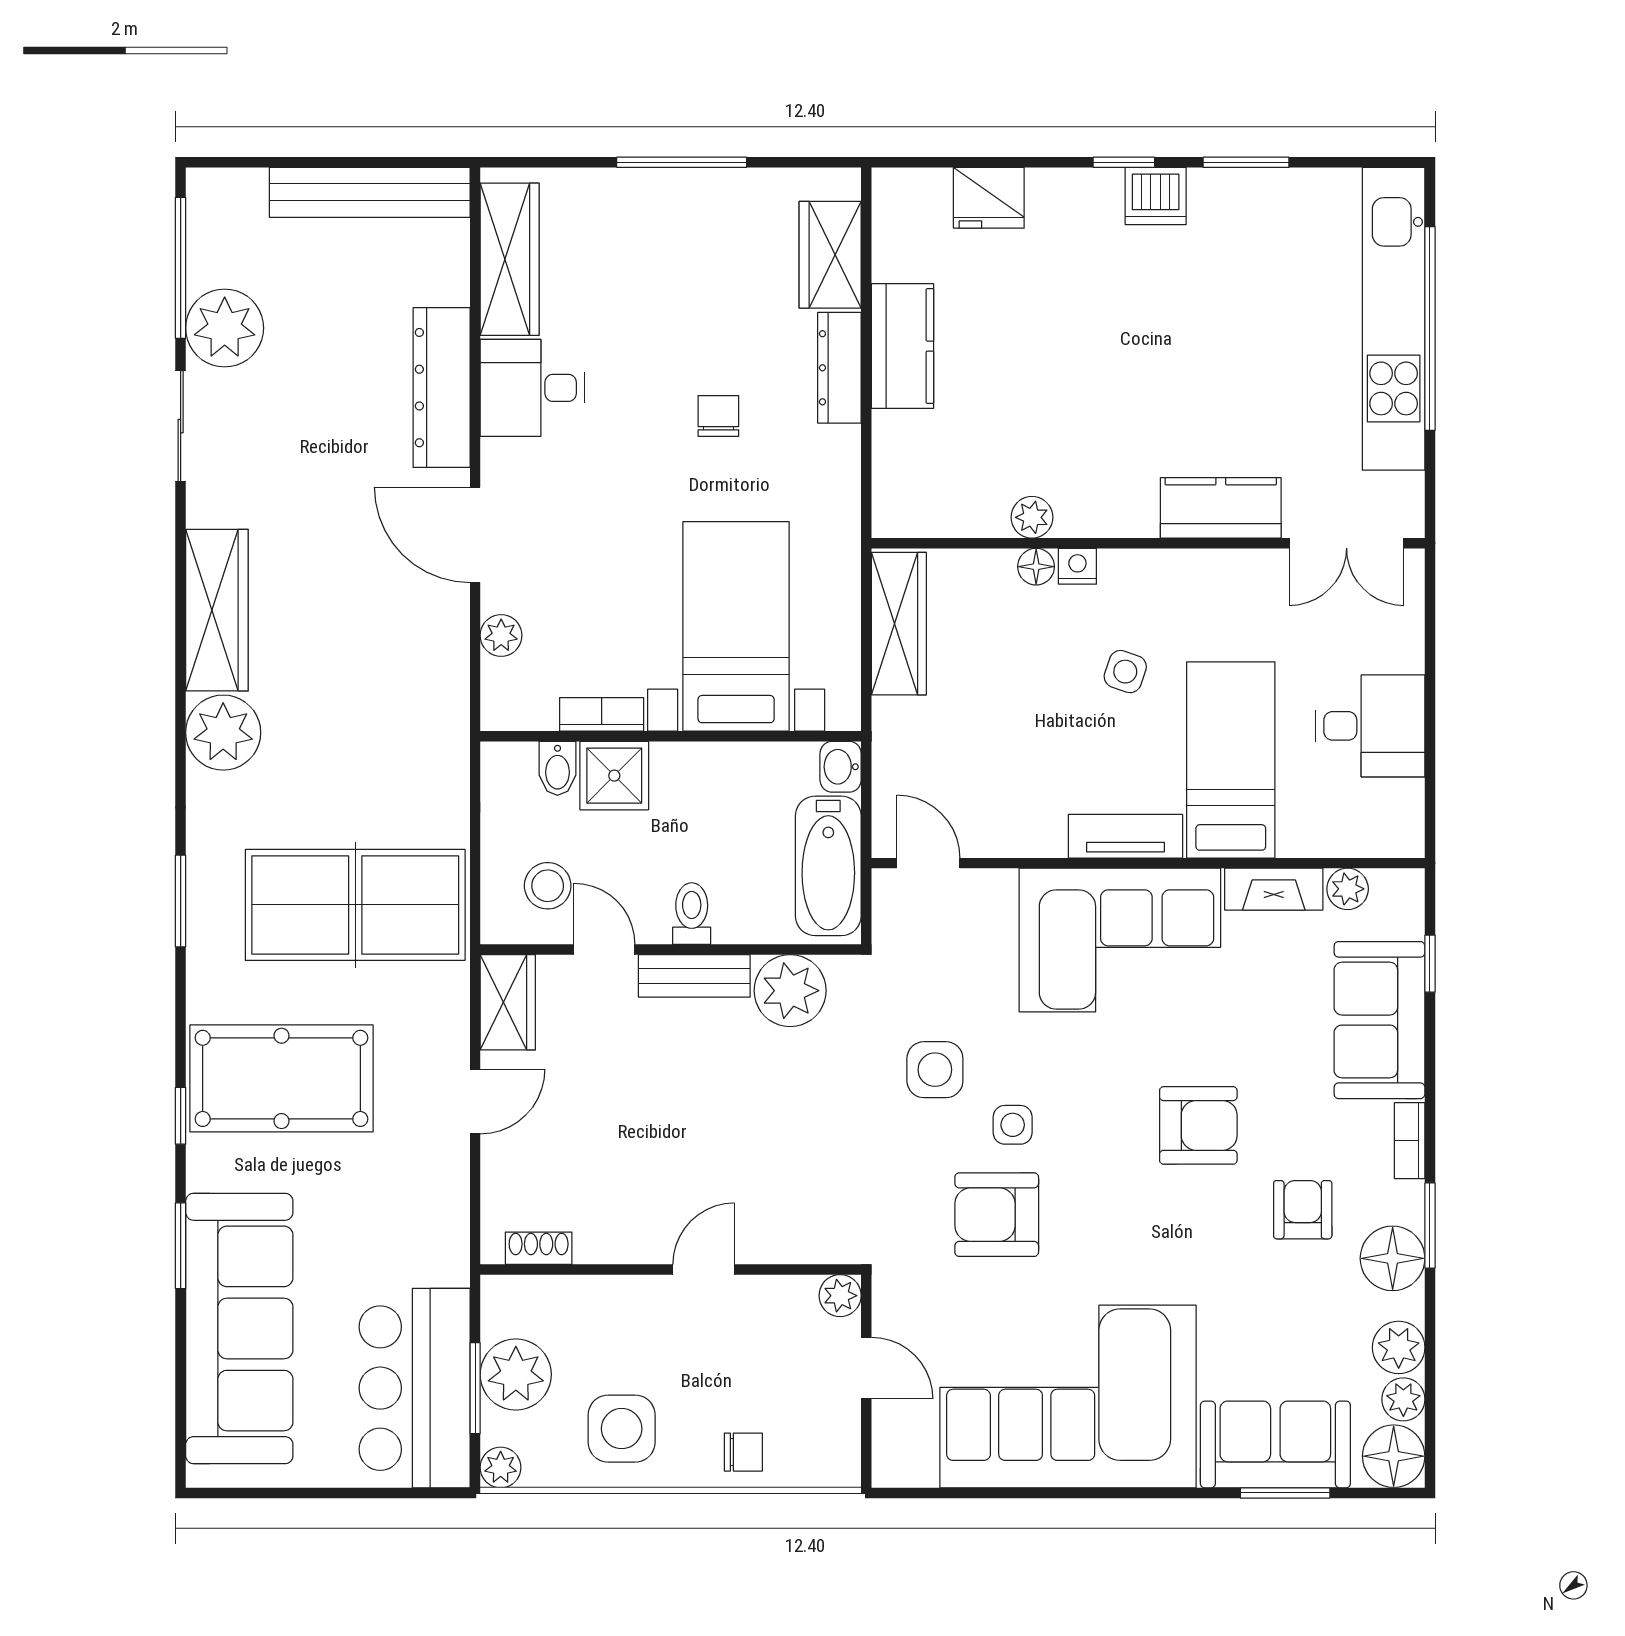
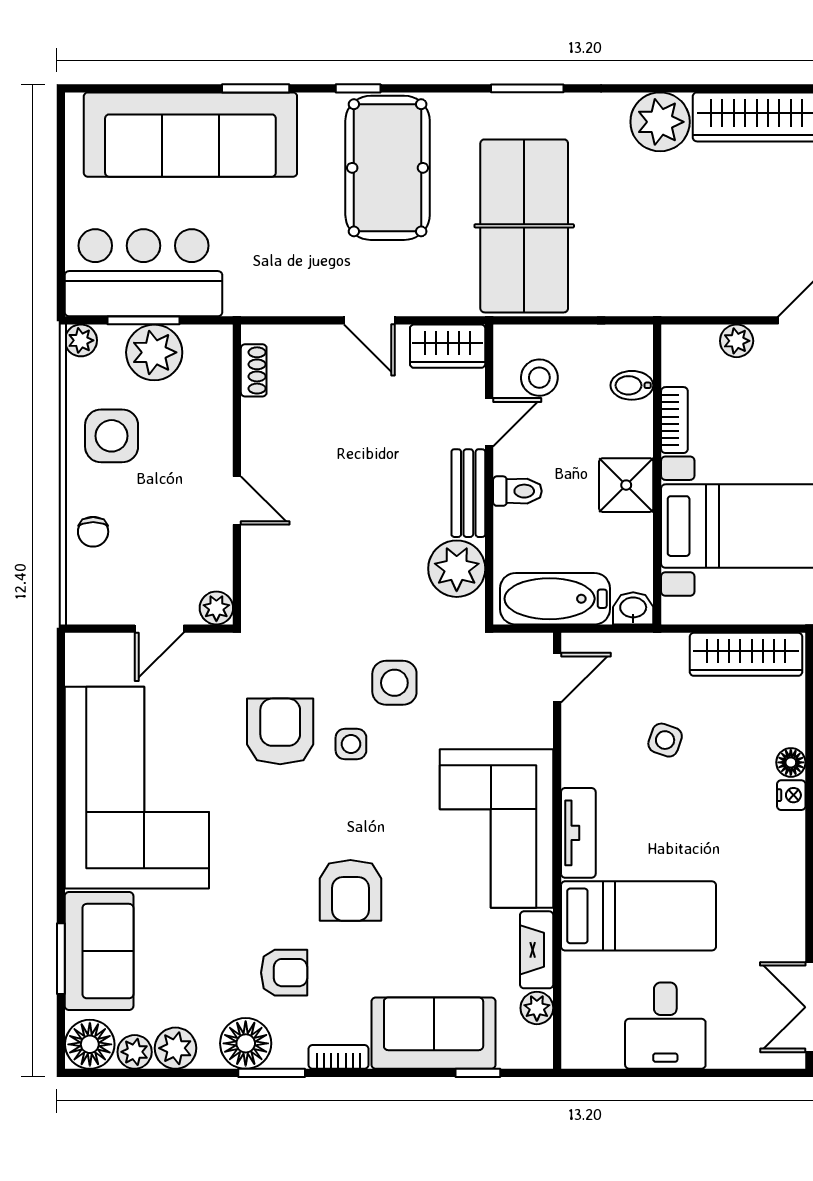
side table: (1125, 672) -> (665, 740), moved
shower: (614, 776) -> (626, 485), moved

